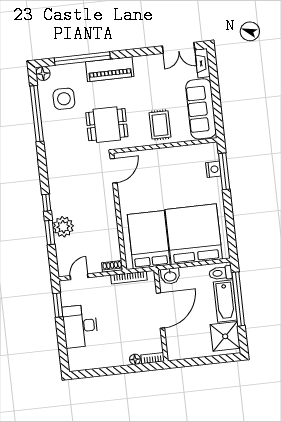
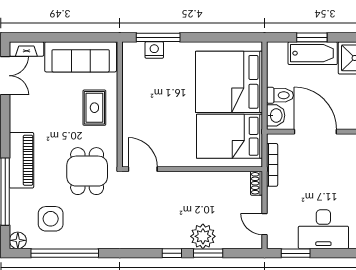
rug: (160, 125) -> (94, 108), turned 90
toilet: (221, 273) -> (280, 95), moved, turned -90
window: (238, 299) -> (312, 37), width x0.47

